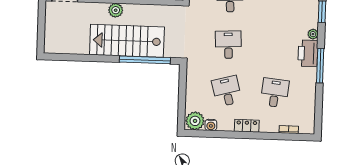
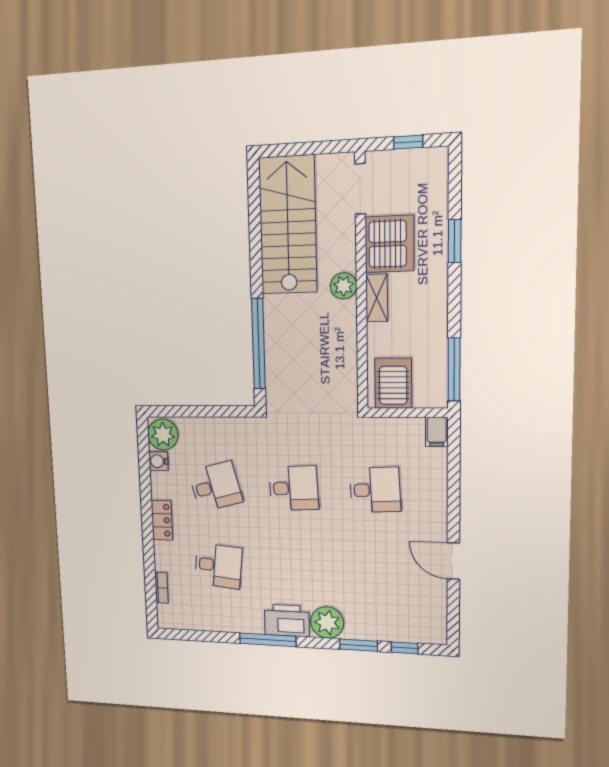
plant: (313, 34) -> (327, 622), width x1.87, depth x1.87
stairs: (127, 41) -> (288, 225), moved

